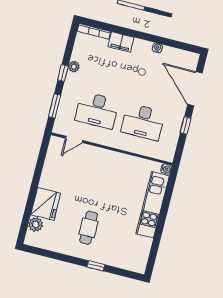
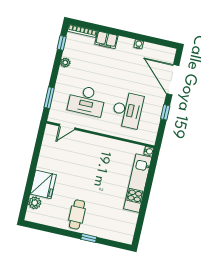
window: (63, 73) -> (62, 43), moved
desk: (143, 122) -> (127, 110), turned -90
cafe table: (89, 228) -> (77, 214), moved

